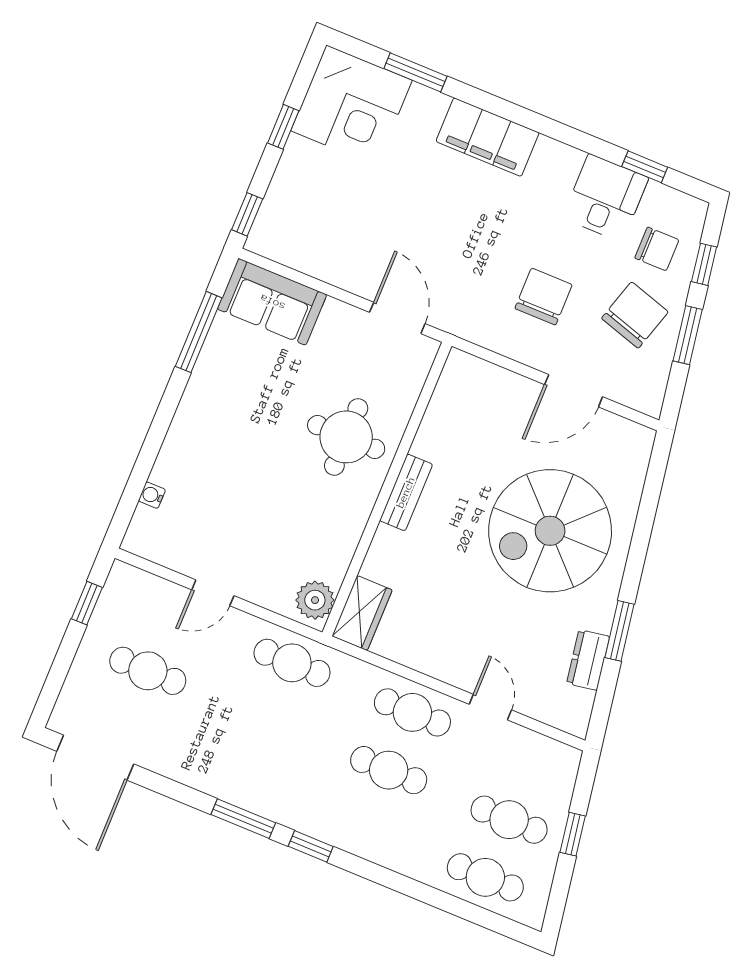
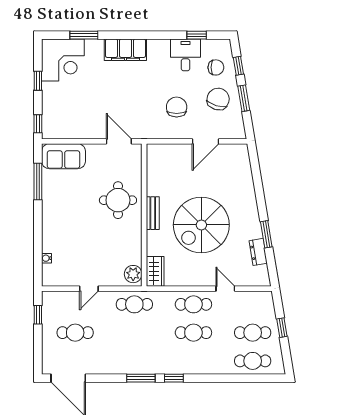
spiral stairs: (550, 531) -> (201, 225), moved

